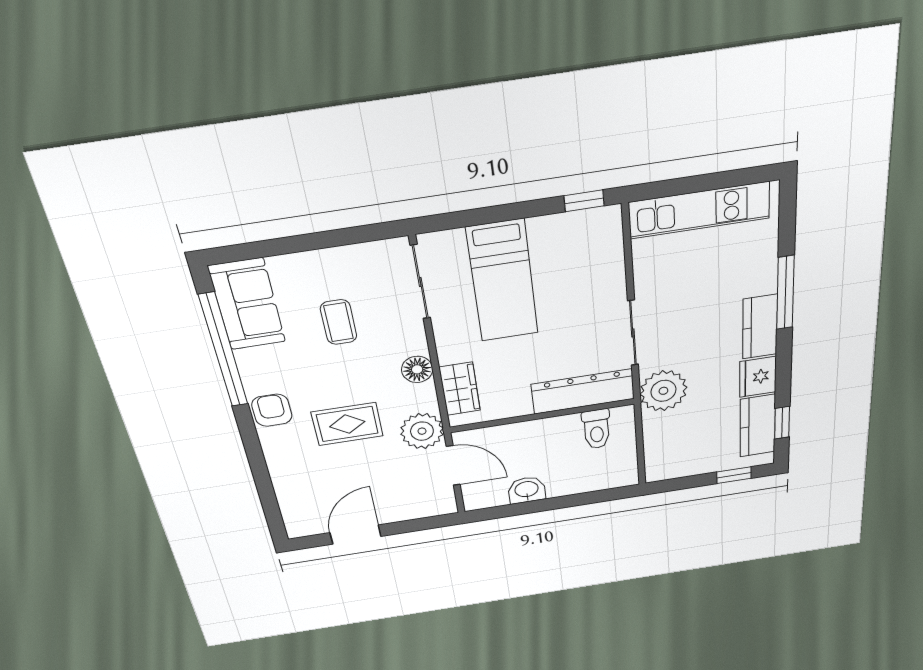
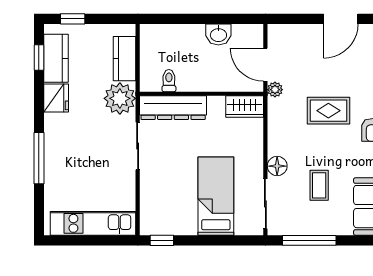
window: (336, 238) -> (309, 240), added
kitchen counter: (760, 327) -> (125, 59), moved, turned 180
floor lamp: (417, 369) -> (277, 166), moved
wardrobe: (460, 389) -> (245, 107), moved, turned -90
toilet: (597, 429) -> (169, 81), width x0.73, depth x0.72
plant: (422, 431) -> (275, 90), width x0.53, depth x0.53

